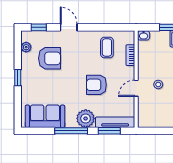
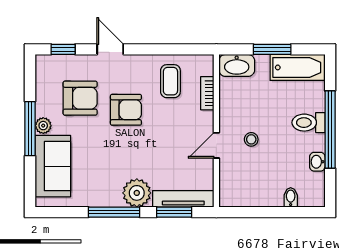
washbasin: (144, 35) -> (237, 65), width x1.91, depth x1.45
plant: (26, 47) -> (43, 126), moved
window: (18, 78) -> (30, 129), width x2.17
armchair: (96, 85) -> (126, 110), moved, turned 180
sofa: (45, 116) -> (53, 166), moved, turned 90

